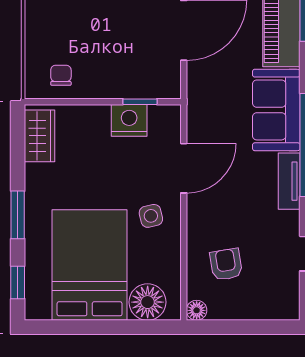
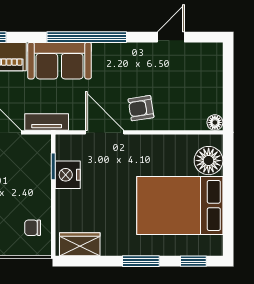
tv unit: (289, 181) -> (47, 122), moved, turned 180
side table: (151, 216) -> (142, 158), removed
armchair: (226, 264) -> (141, 108), moved

